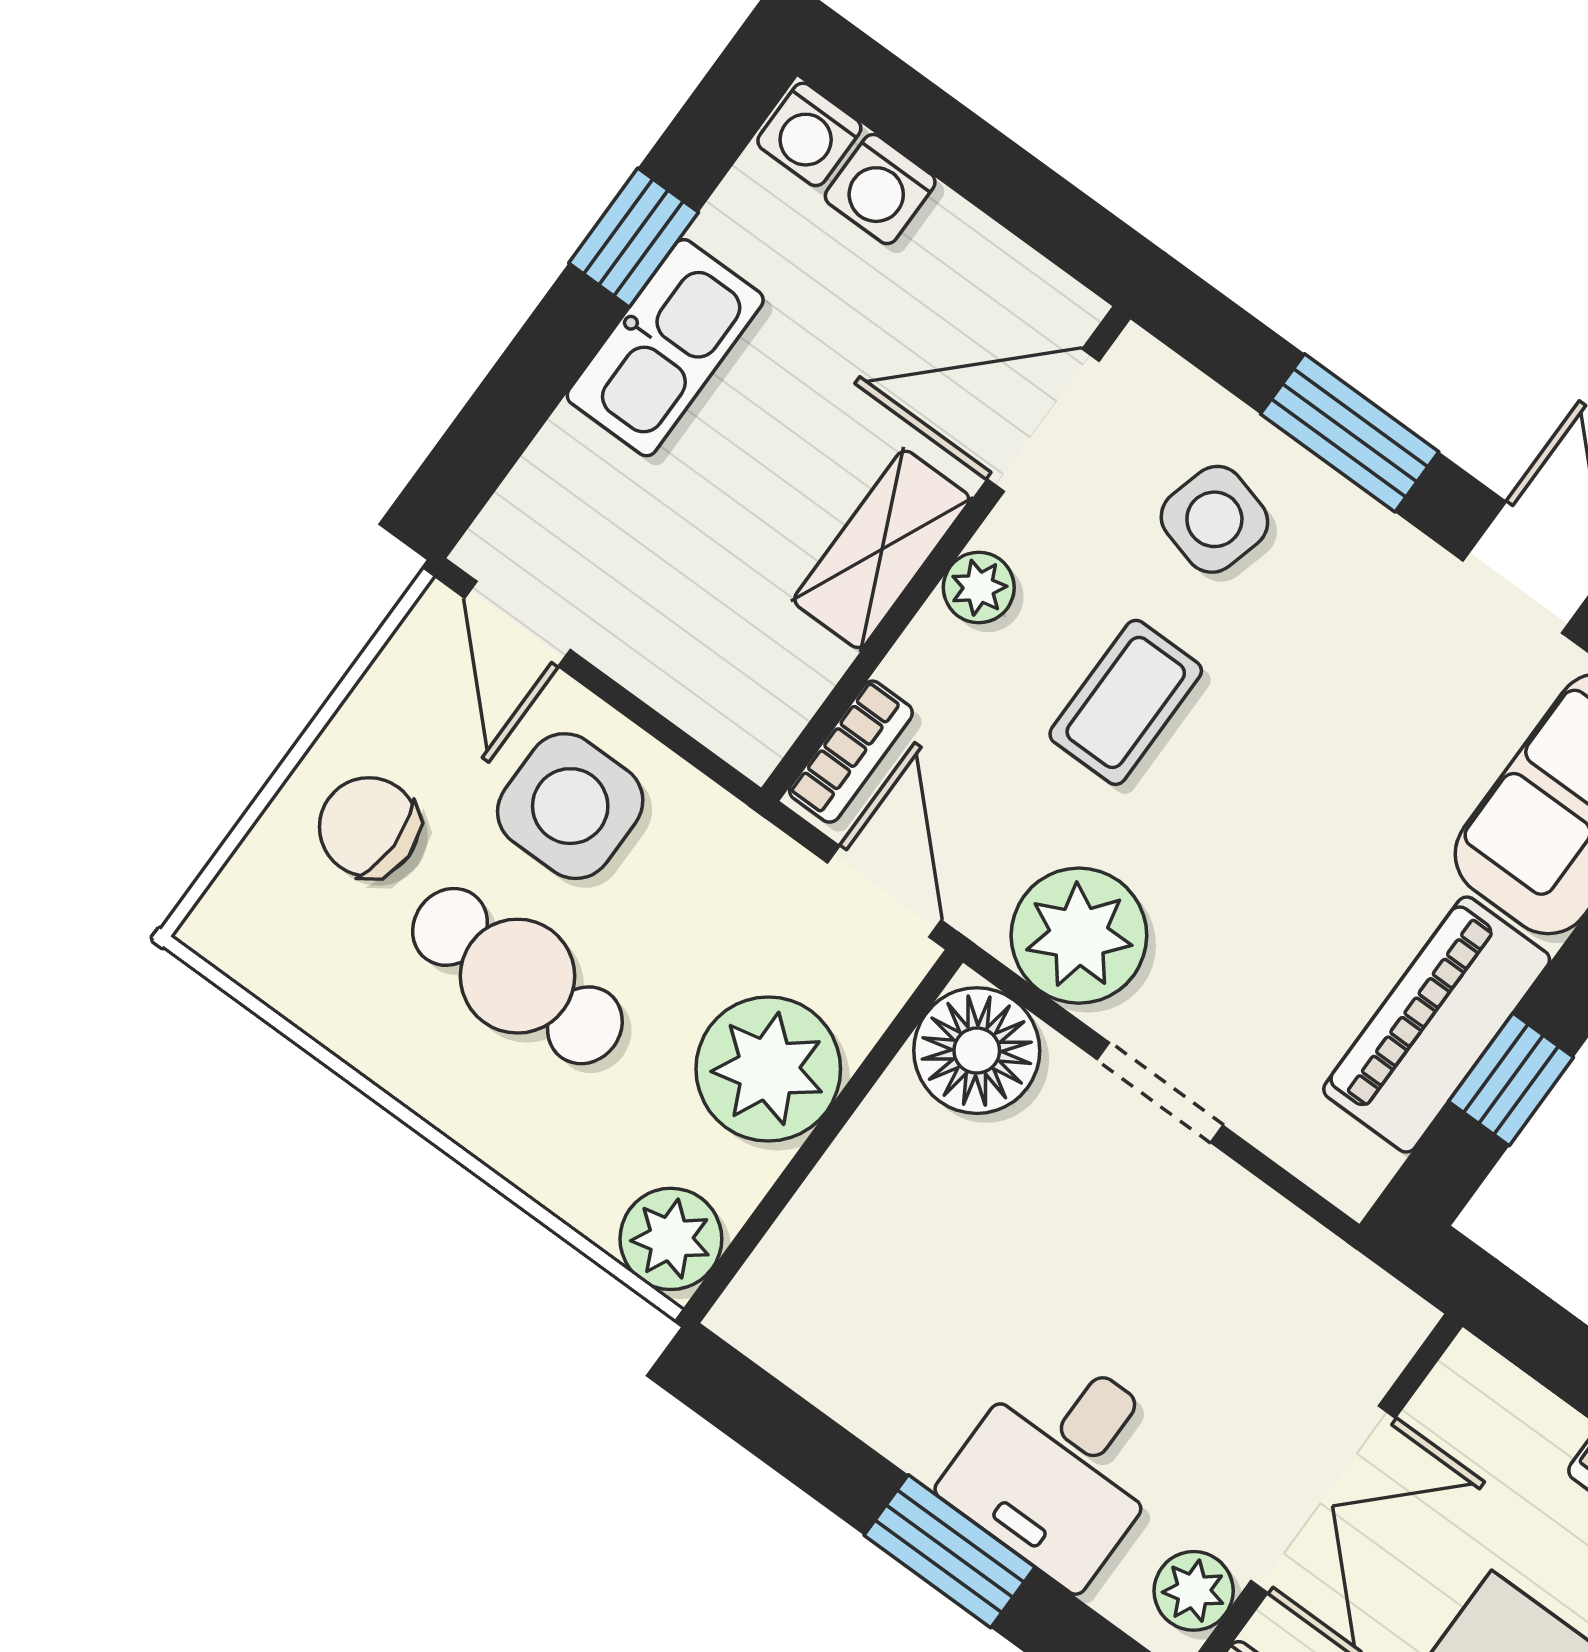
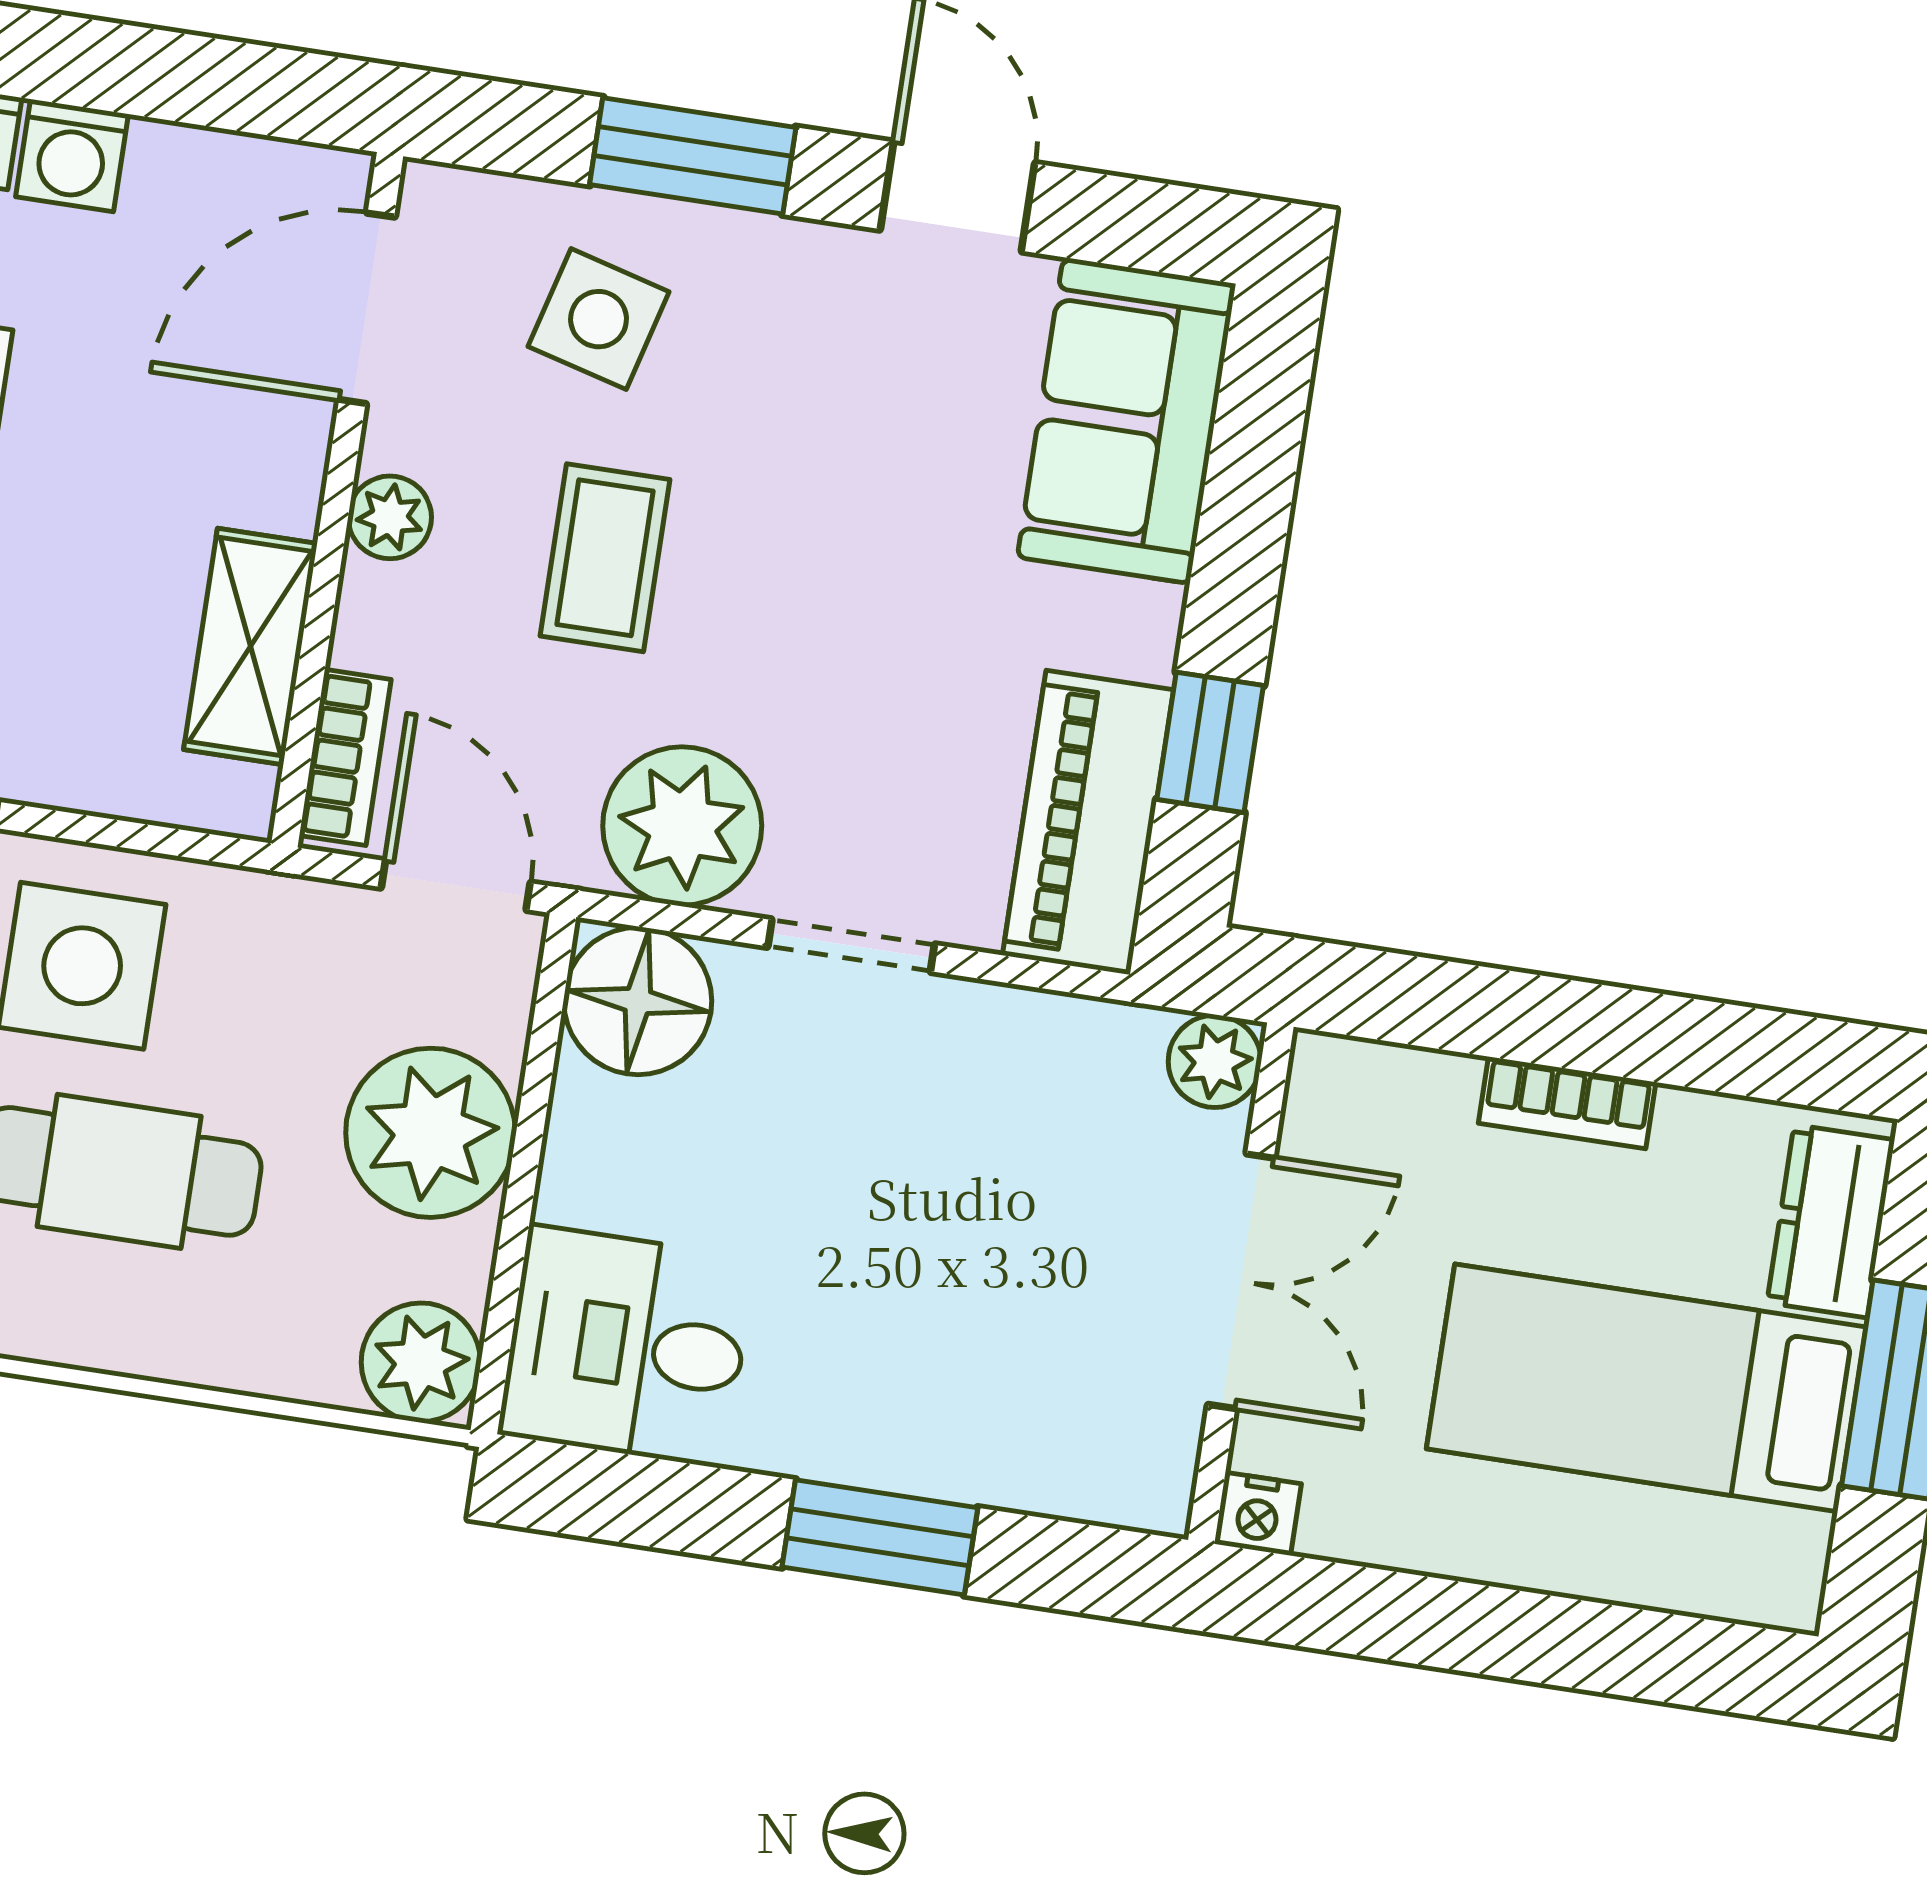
shelving: (882, 549) -> (250, 647), moved
piano: (1437, 1025) -> (1088, 822), moved
desk: (1062, 1466) -> (627, 1346), moved, turned 90
plant: (1194, 1591) -> (1215, 1061), moved

